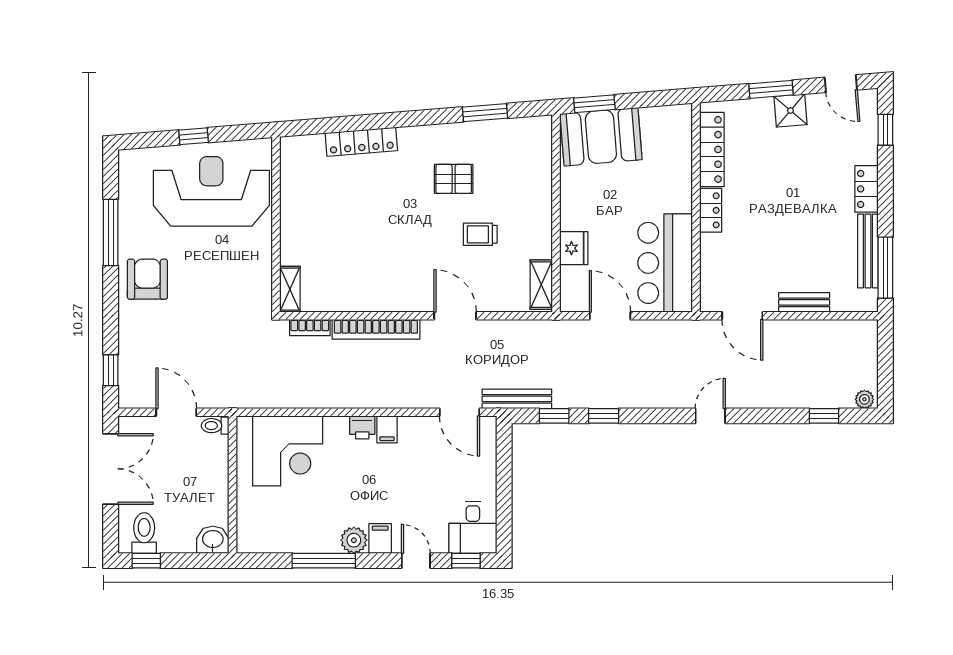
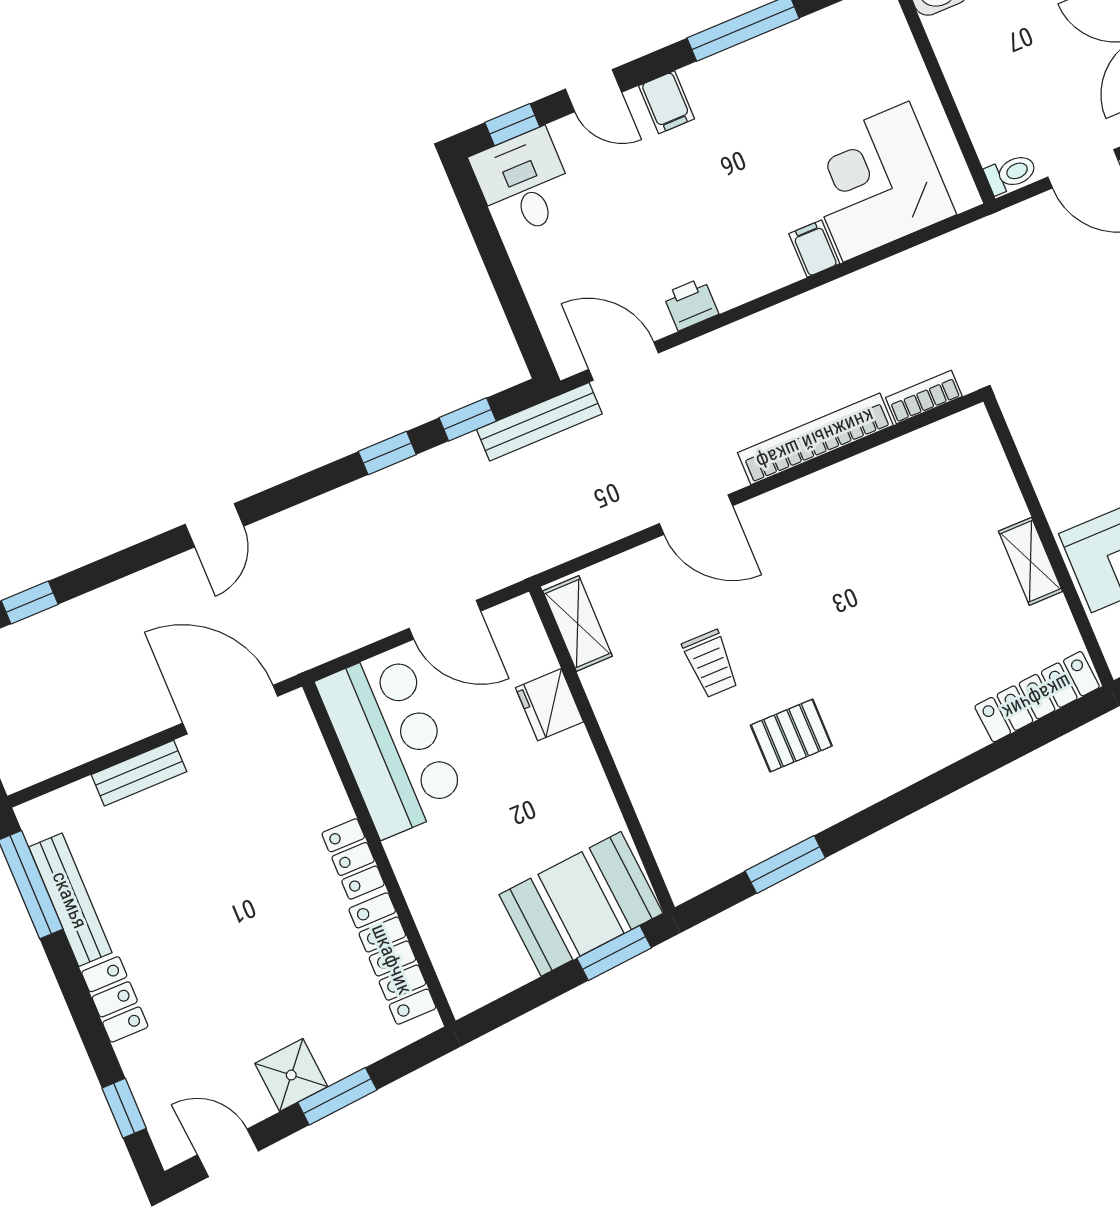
locker: (361, 142) -> (1037, 697), moved
trolley: (480, 234) -> (711, 664), turned 90
shelving: (290, 289) -> (1031, 561), moved
door: (742, 316) -> (230, 710), width x1.36
printer: (362, 427) -> (691, 304), moved
filing cabinet: (387, 429) -> (814, 249), moved
plant: (354, 540) -> (708, 82), removed

